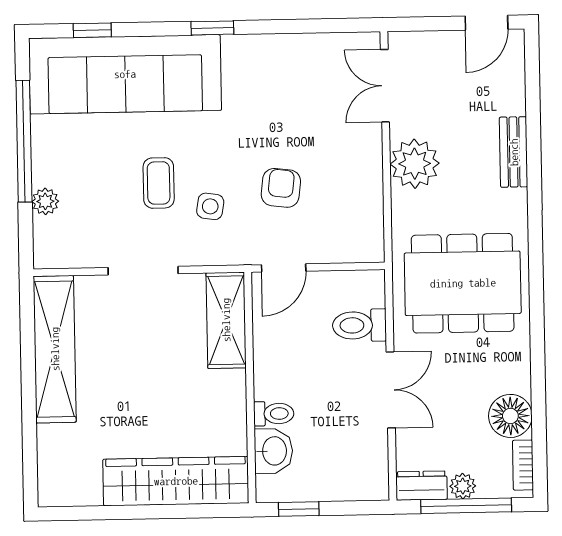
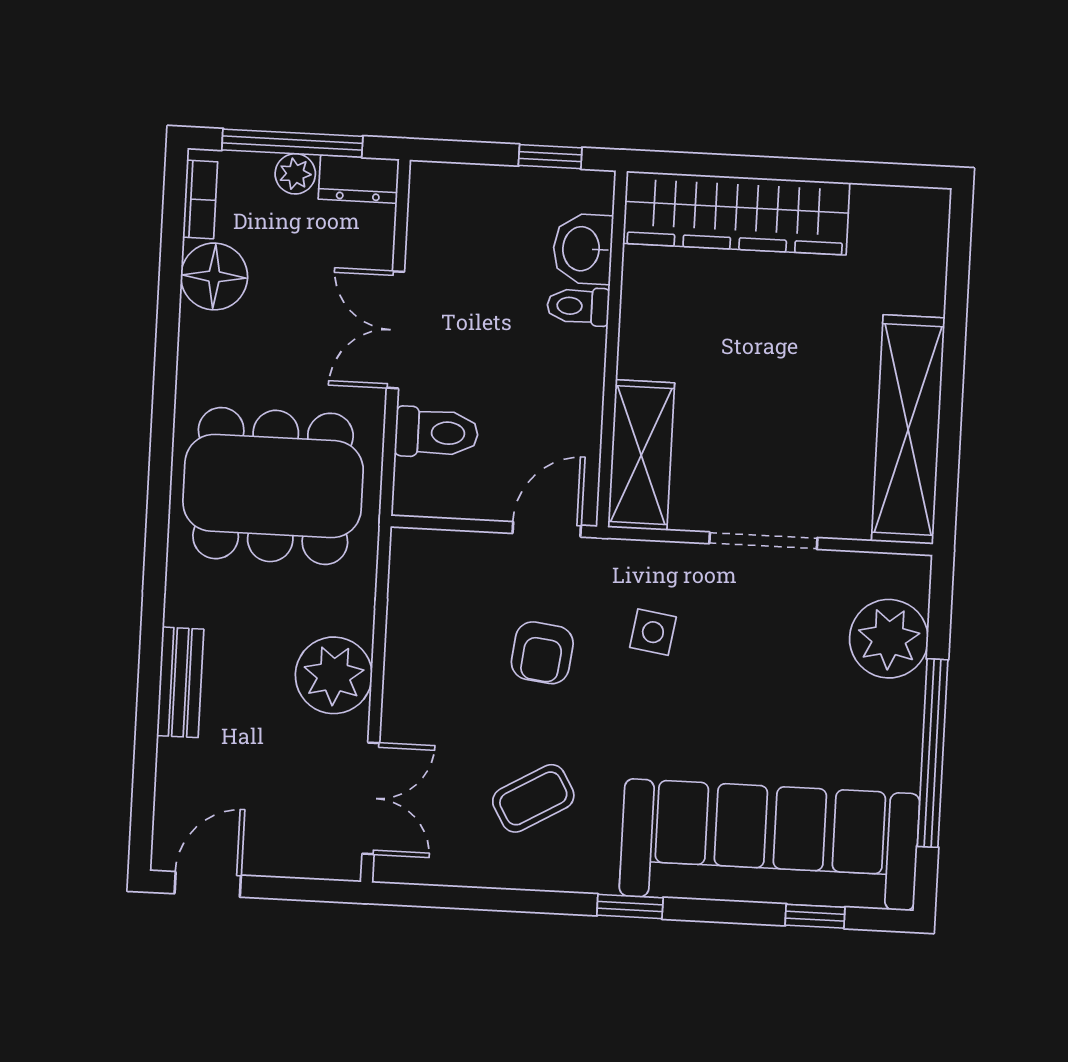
coffee table: (159, 183) -> (533, 798), moved, turned 60
plant: (45, 201) -> (889, 639), width x1.88, depth x1.88

